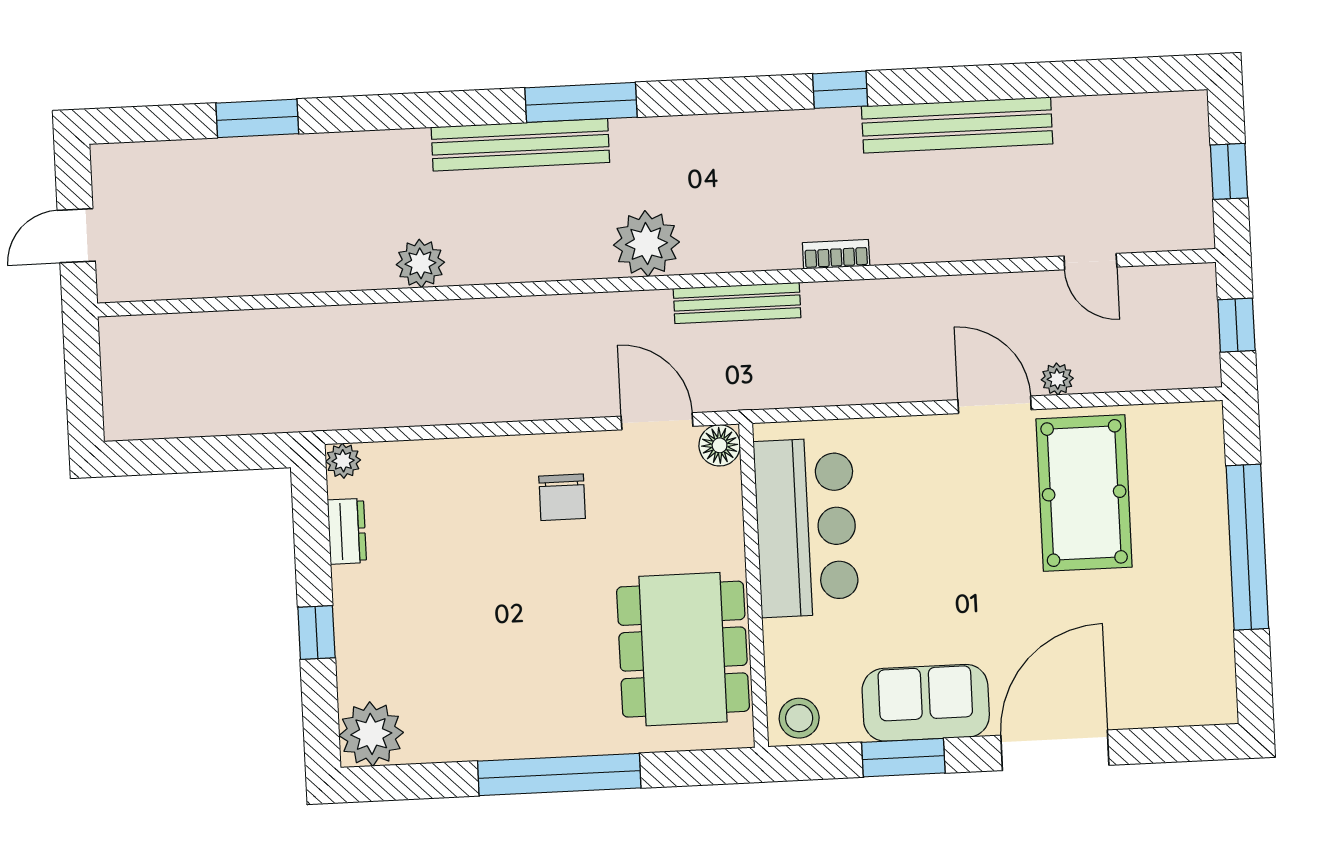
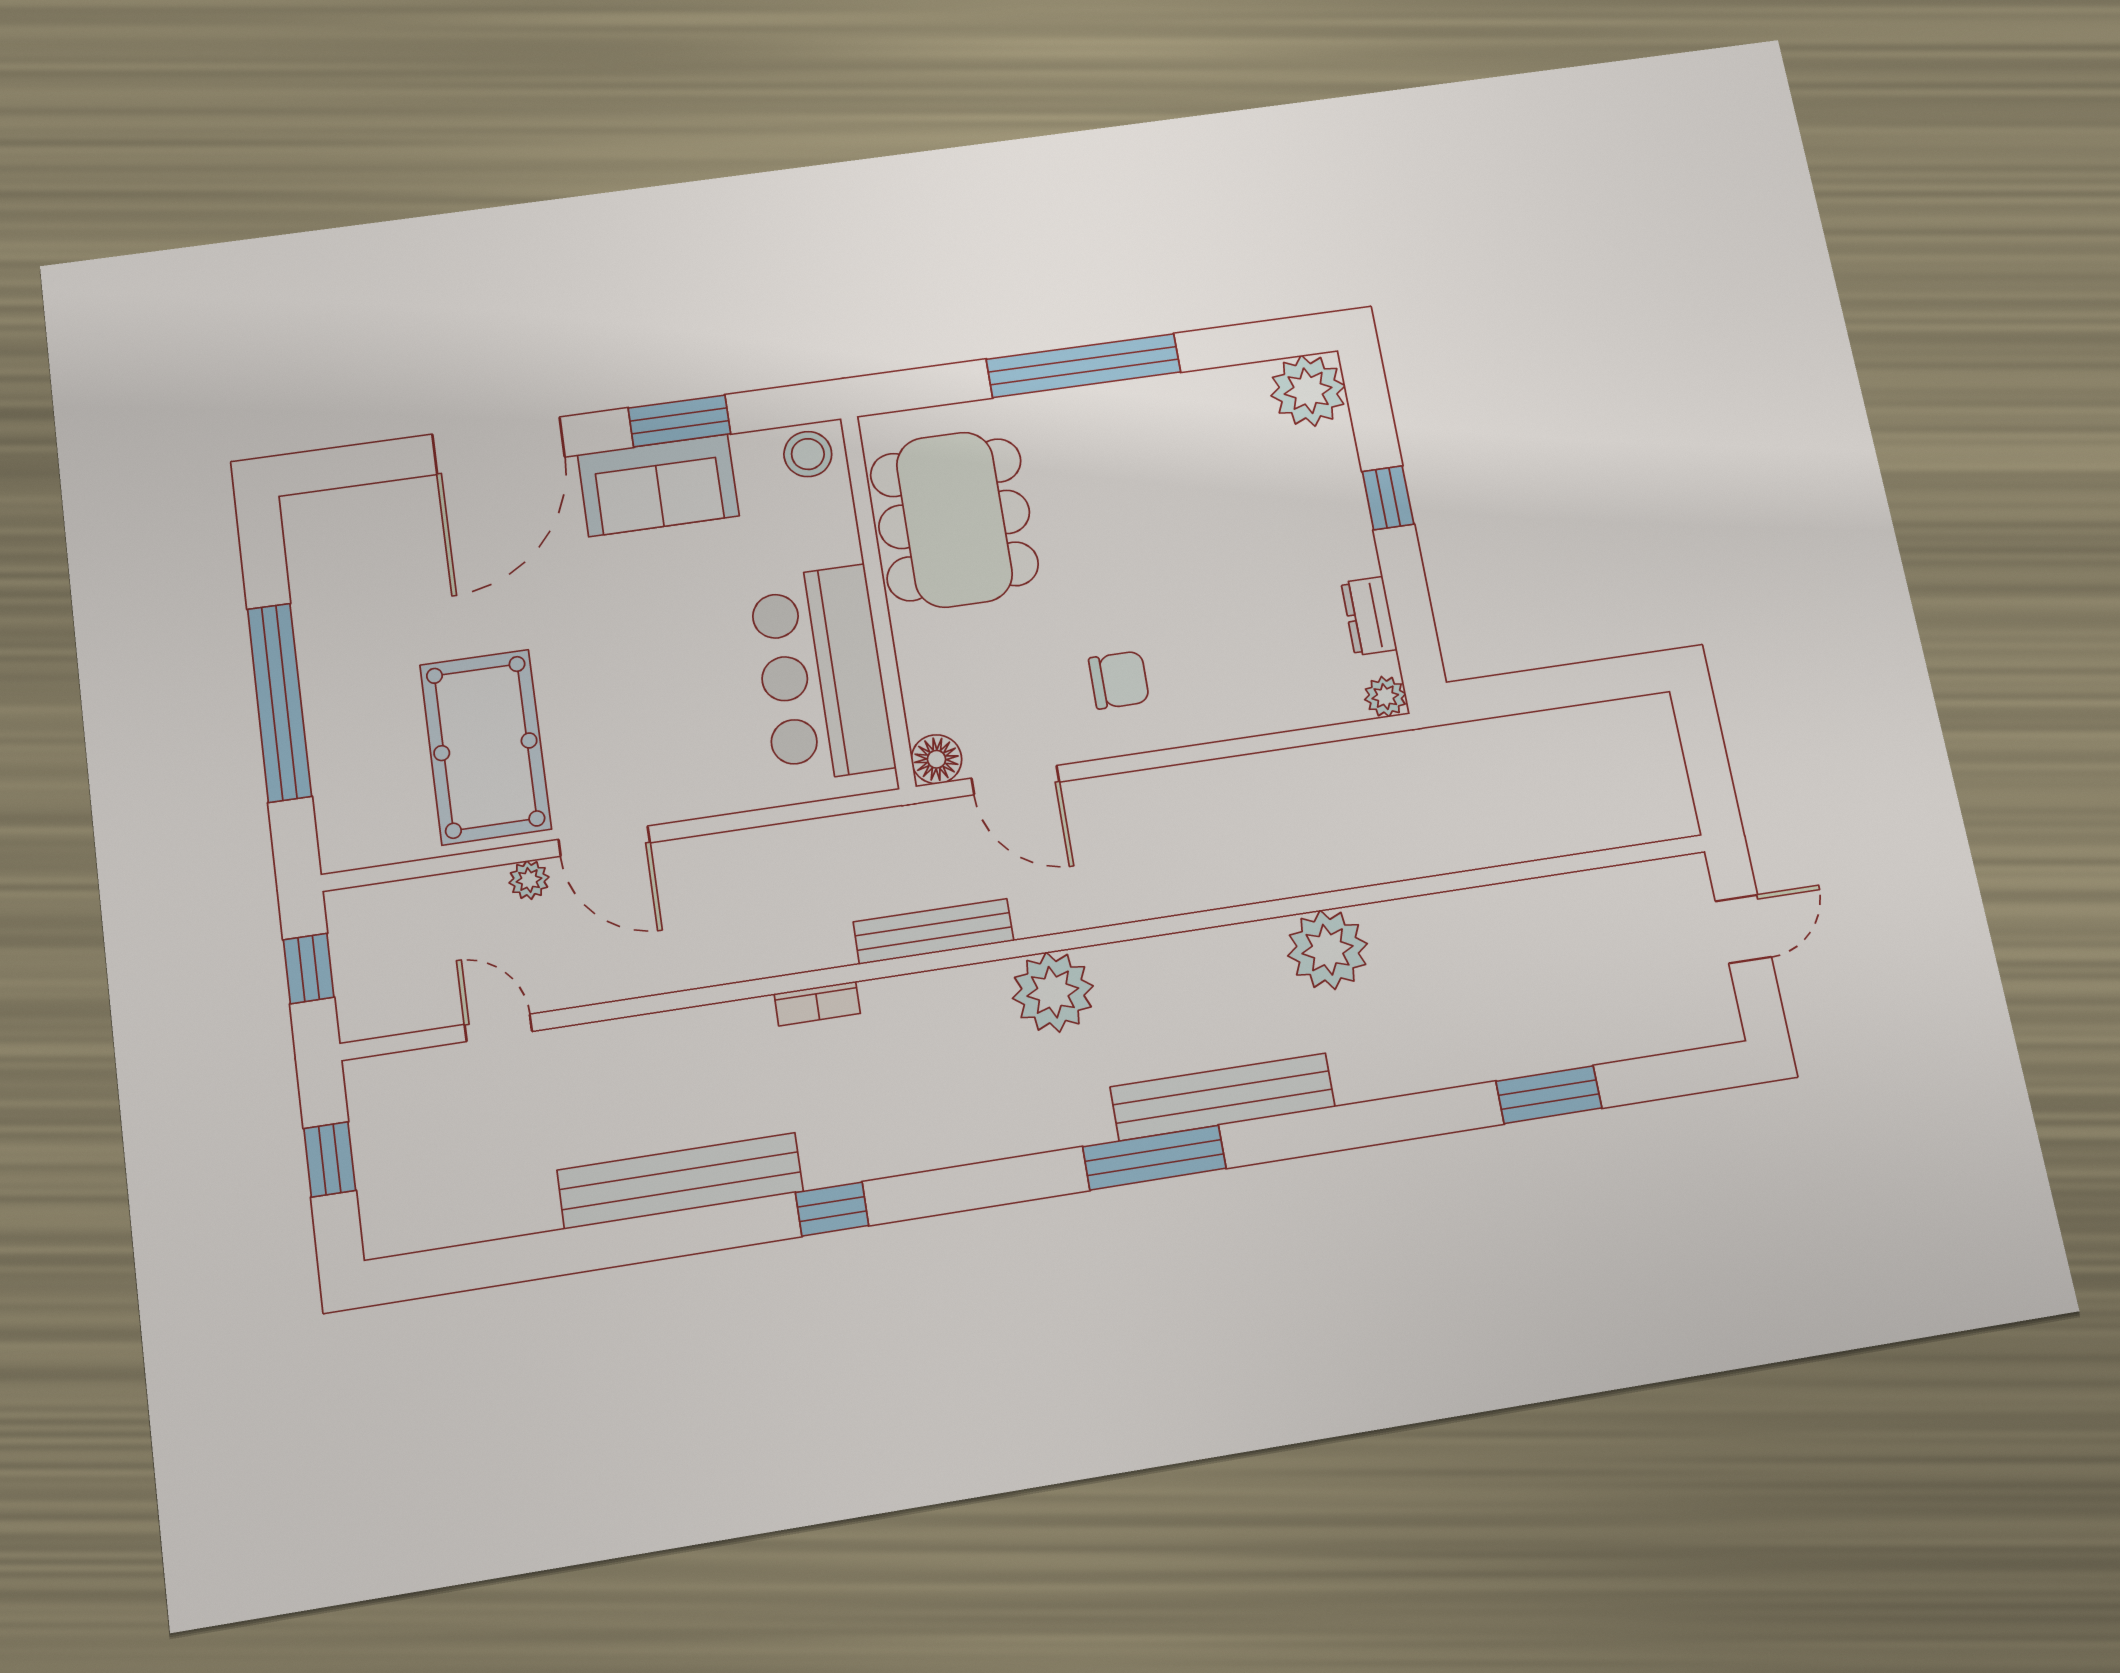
plant: (420, 263) -> (1328, 950), width x1.36, depth x1.36
chair: (562, 497) -> (1119, 680), turned 90

